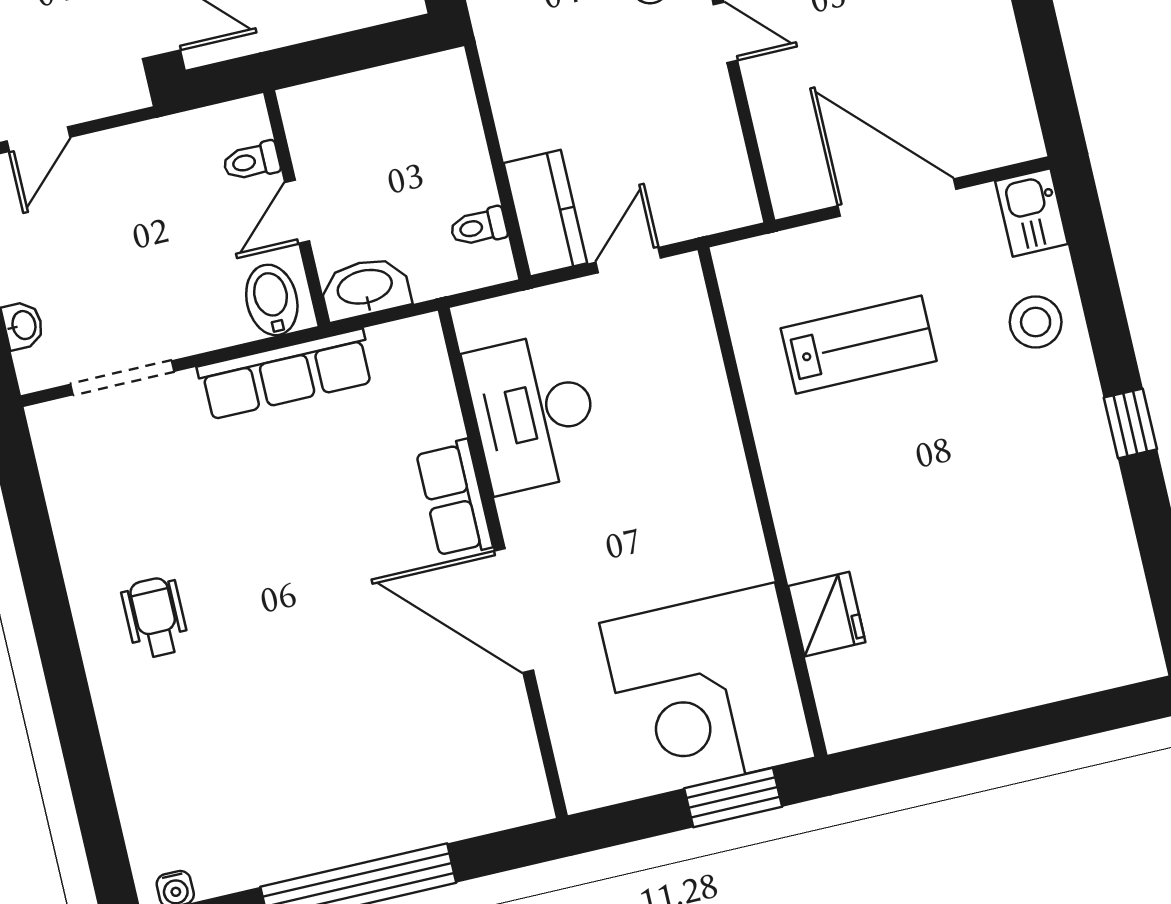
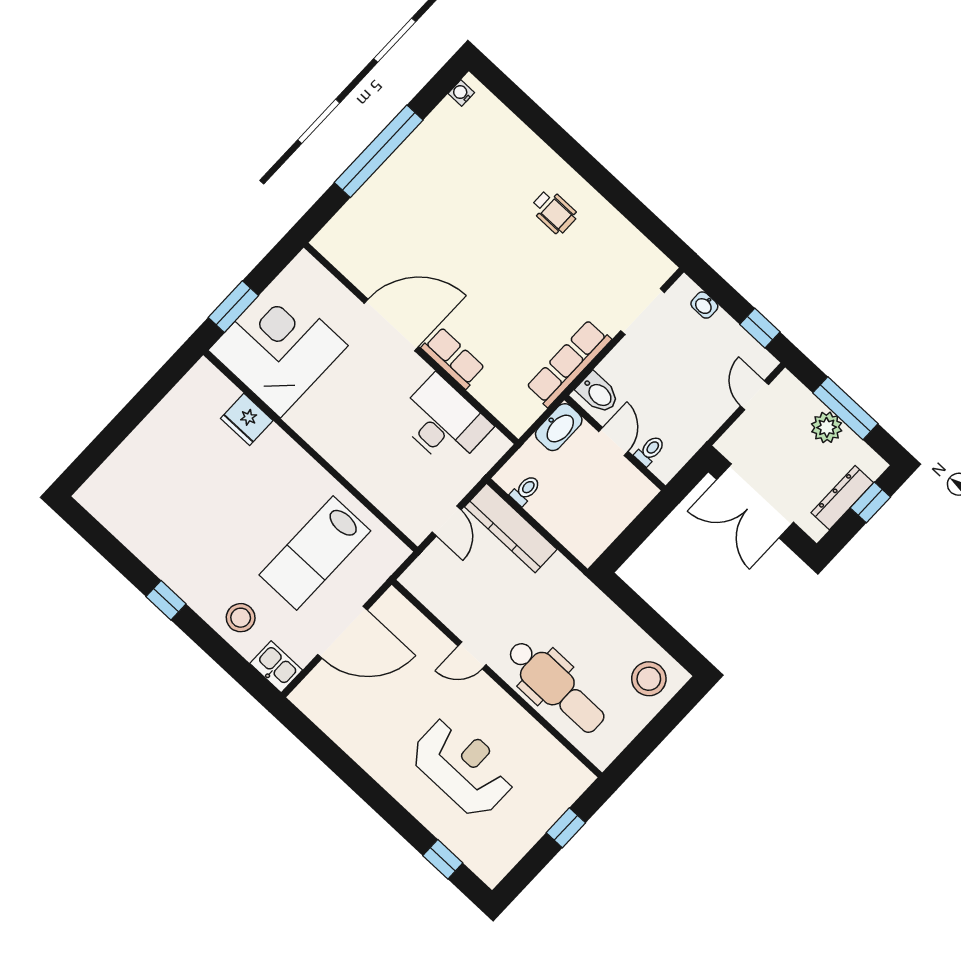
kitchen counter: (545, 213) -> (511, 528), width x1.50
lab bench: (859, 345) -> (315, 553), width x1.36, depth x1.39

